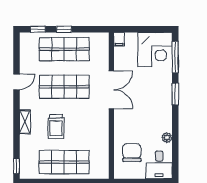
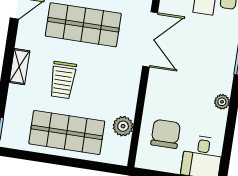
plant: (167, 138) -> (222, 102), moved
plant: (102, 152) -> (123, 126), added

